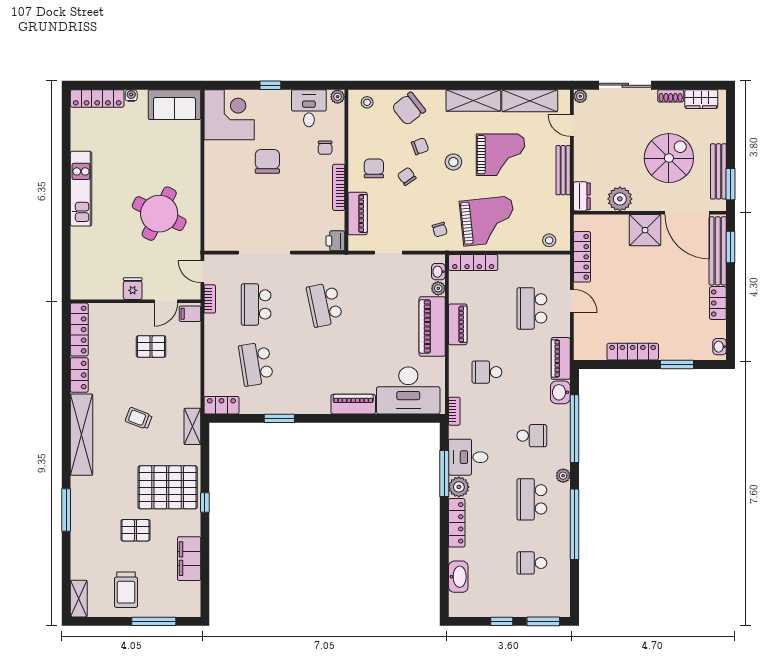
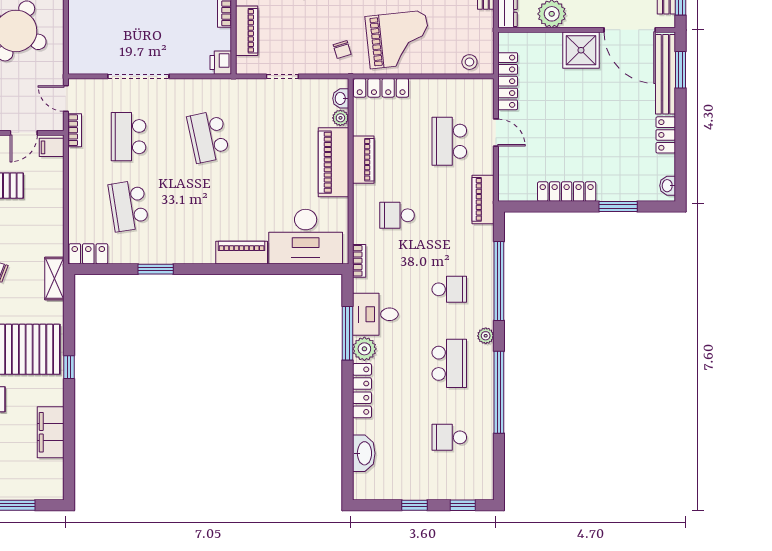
washbasin: (560, 392) -> (482, 239), removed
school desk: (532, 499) -> (449, 363), turned 180
window: (543, 621) -> (463, 505), width x0.67

